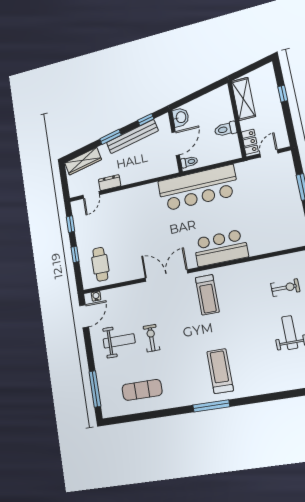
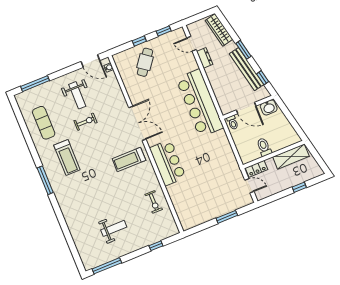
bar counter: (198, 188) -> (200, 103), moved
cafe table: (100, 264) -> (145, 62), moved, turned -53
exercise bike: (285, 288) -> (154, 202), moved
treadmill: (220, 371) -> (67, 157), moved, turned 90

